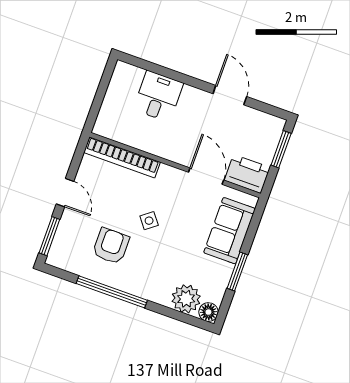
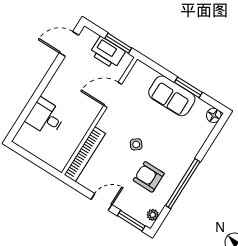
door: (230, 95) -> (69, 44), moved
window: (281, 149) -> (118, 43), moved
printer: (247, 174) -> (107, 53), moved, turned -90
sofa: (230, 231) -> (172, 96), moved
plant: (186, 299) -> (153, 215), moved, width x0.53, depth x0.53

